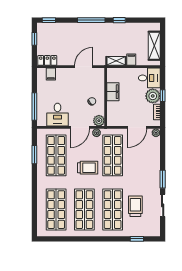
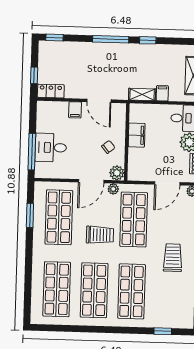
window: (34, 39) -> (34, 75), moved
door: (84, 67) -> (99, 101), swing flipped
filing cabinet: (51, 74) -> (75, 110), moved
desk: (57, 115) -> (51, 148), moved, turned 90
trolley: (135, 206) -> (173, 258), moved

